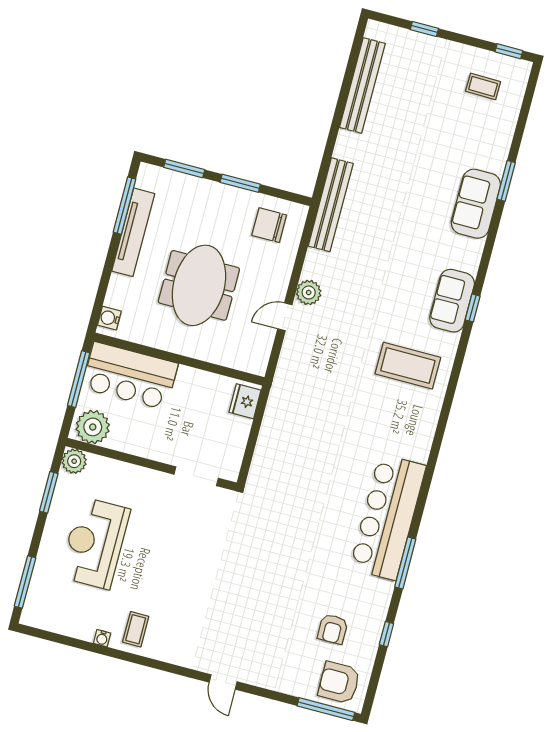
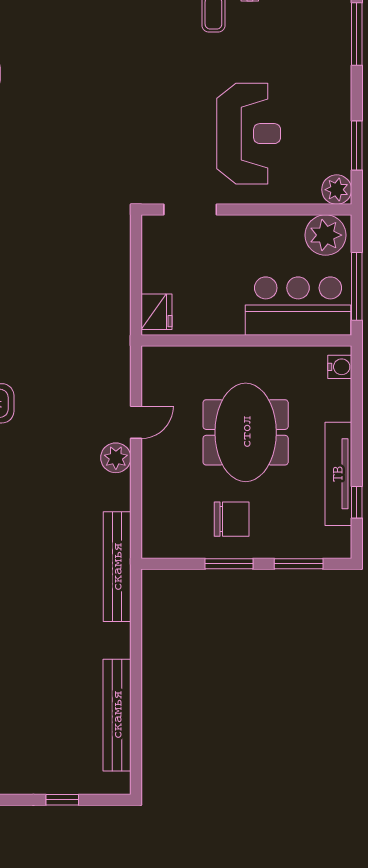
window: (124, 206) -> (357, 502), width x0.46
chair: (269, 225) -> (232, 519), moved
reception desk: (95, 543) -> (249, 134), moved

